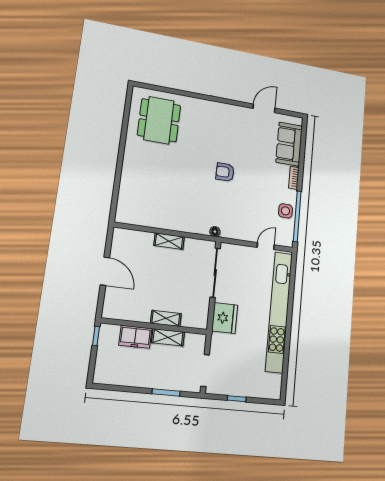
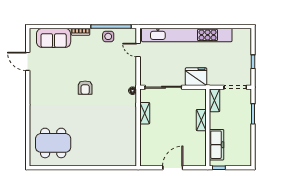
shelving: (169, 241) -> (145, 113), moved
freezer: (135, 337) -> (217, 145), width x1.40
shelving: (168, 337) -> (215, 100), moved

